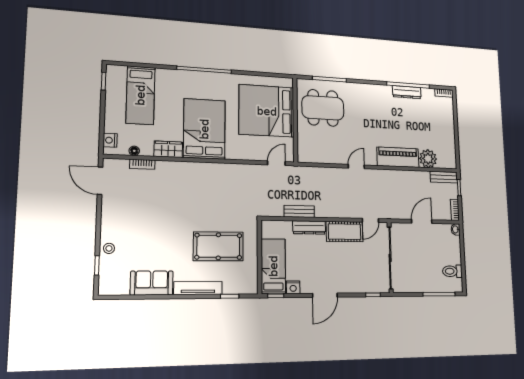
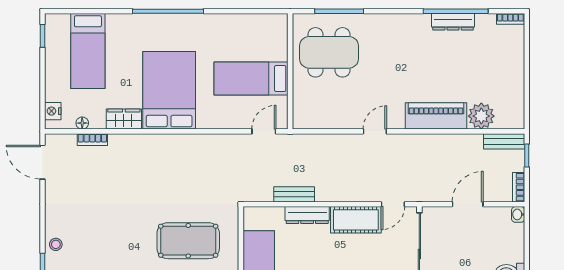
bed: (267, 111) -> (251, 79), width x0.49

